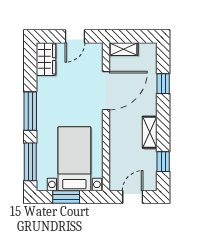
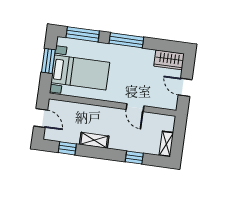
shelving: (123, 49) -> (166, 144), moved
door: (106, 91) -> (135, 108), width x0.53

